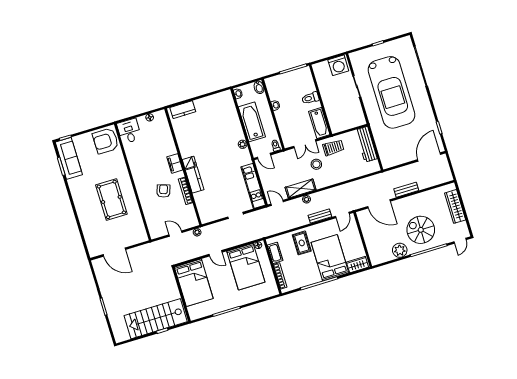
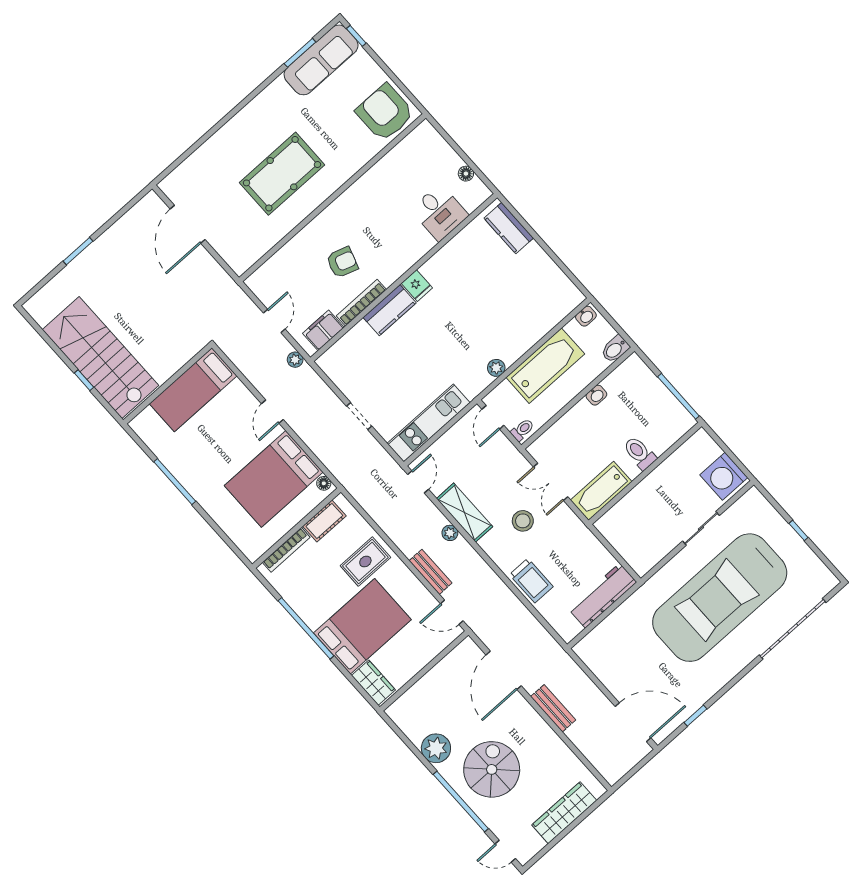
desk: (129, 131) -> (439, 212), moved, turned 90
trolley: (333, 148) -> (531, 581), moved
filing cabinet: (175, 163) -> (323, 330), moved
bed: (194, 283) -> (193, 390), width x0.67

